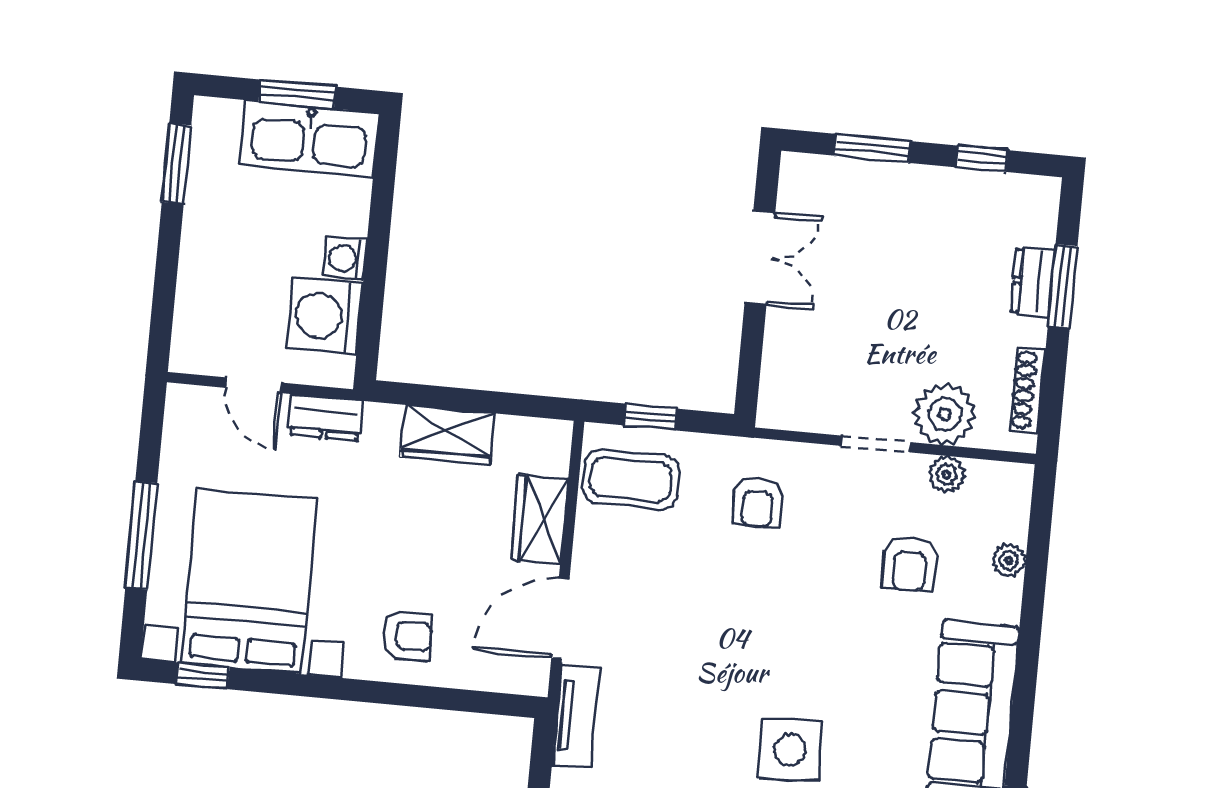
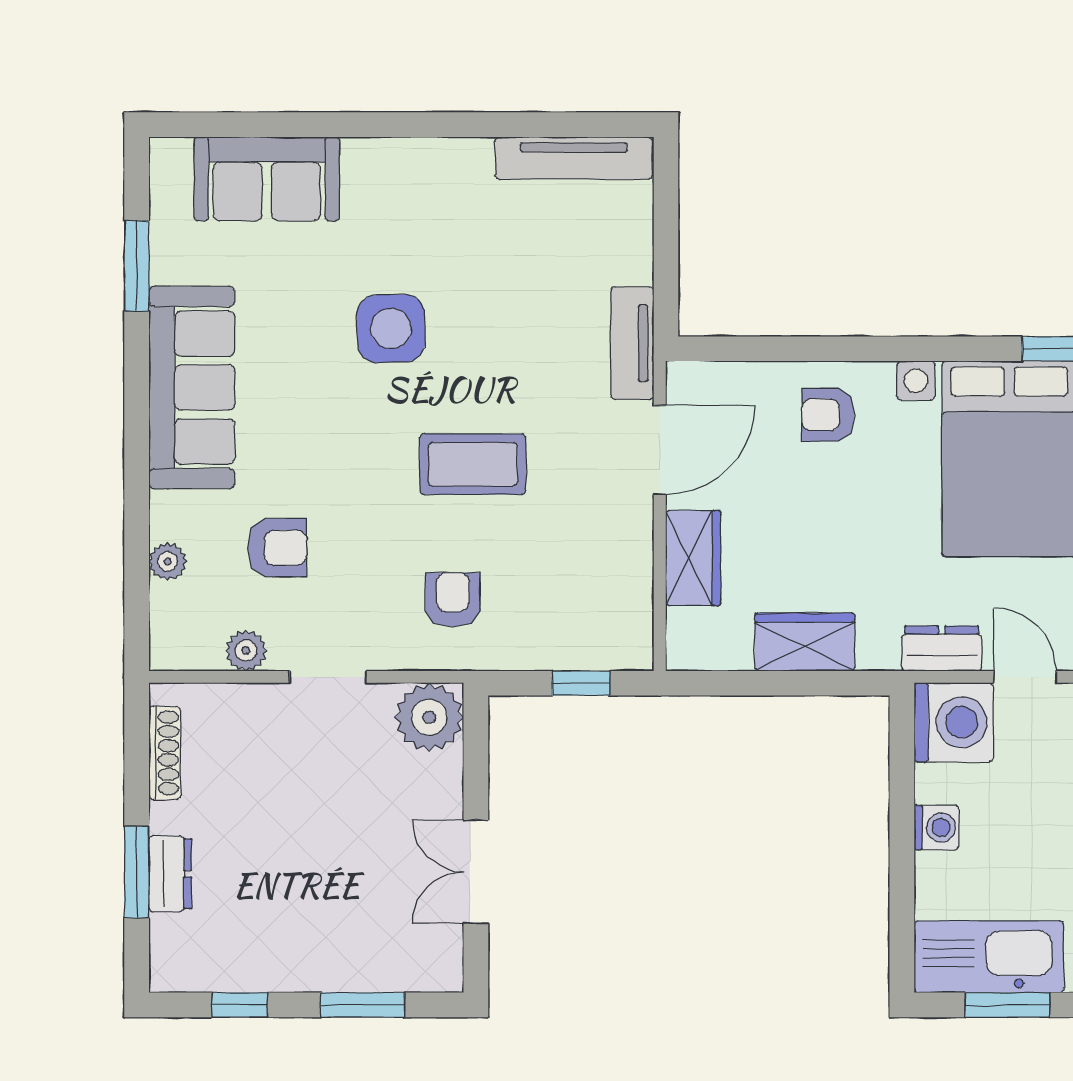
washing machine: (324, 316) -> (954, 722), moved
plant: (945, 414) -> (429, 717), moved
coffee table: (631, 479) -> (473, 464), moved
armchair: (910, 564) -> (277, 548), turned 90

